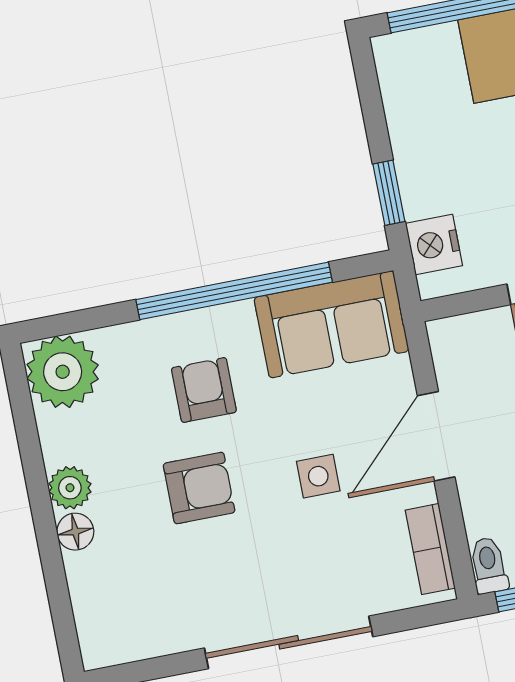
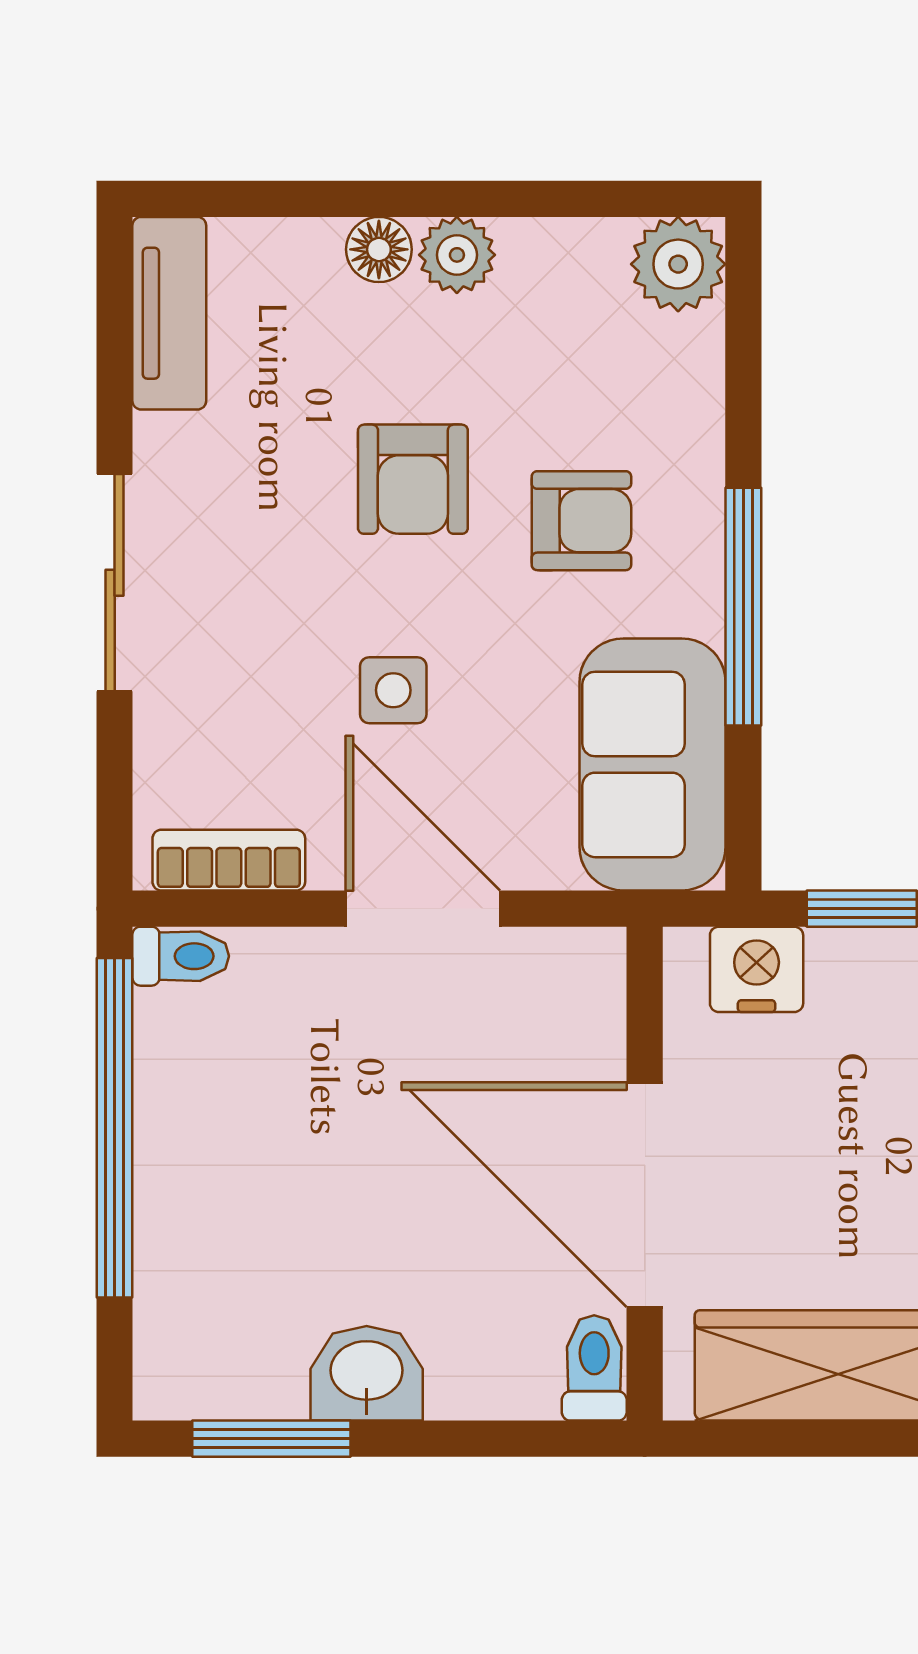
window: (234, 291) -> (743, 607), width x0.68
plant: (63, 372) -> (678, 264), width x0.73, depth x0.73
tv unit: (133, 641) -> (169, 313), added
sliding door: (289, 642) -> (115, 583), width x0.73

